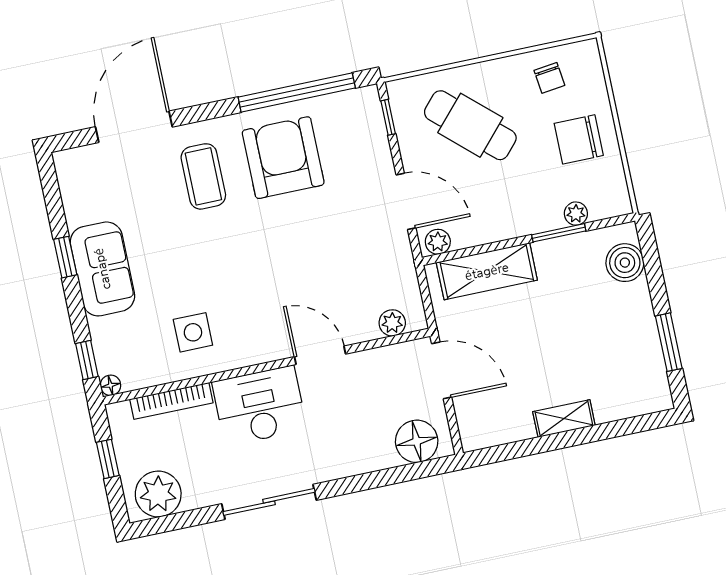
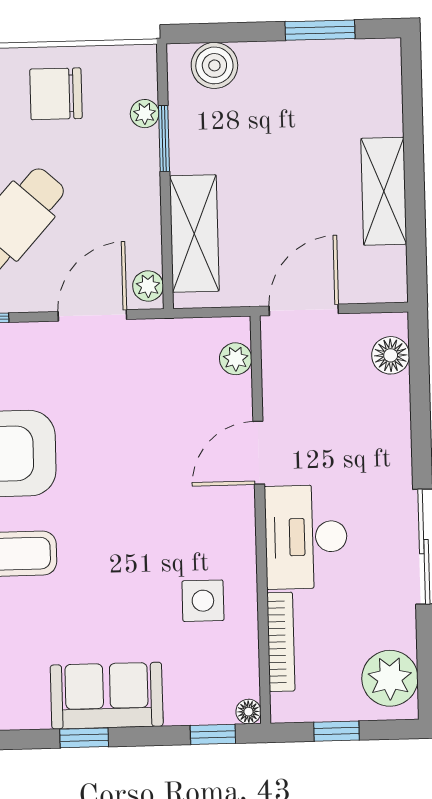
chair: (579, 139) -> (56, 94), turned 90
shelving: (564, 419) -> (384, 191), width x1.50, depth x1.33
floor lamp: (417, 441) -> (391, 355), width x0.73, depth x0.73

